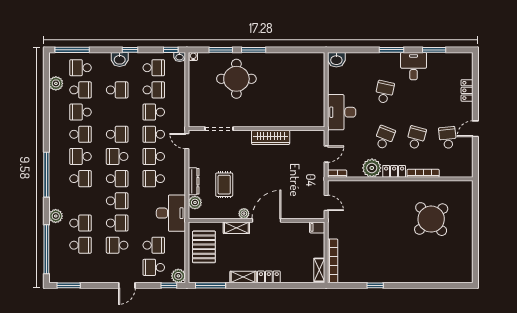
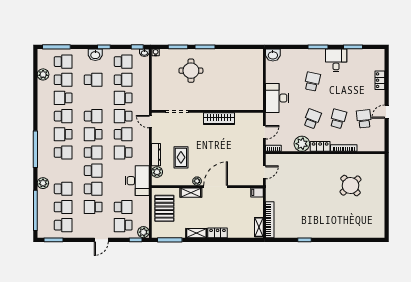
school desk: (81, 68) -> (63, 62), turned 180
round table: (236, 79) -> (191, 71), width x0.73, depth x0.73
school desk: (154, 156) -> (123, 134), turned 180
door: (326, 203) -> (264, 172), hinge flipped
round table: (431, 219) -> (350, 186), width x0.73, depth x0.73
school desk: (81, 267) -> (63, 225), added

